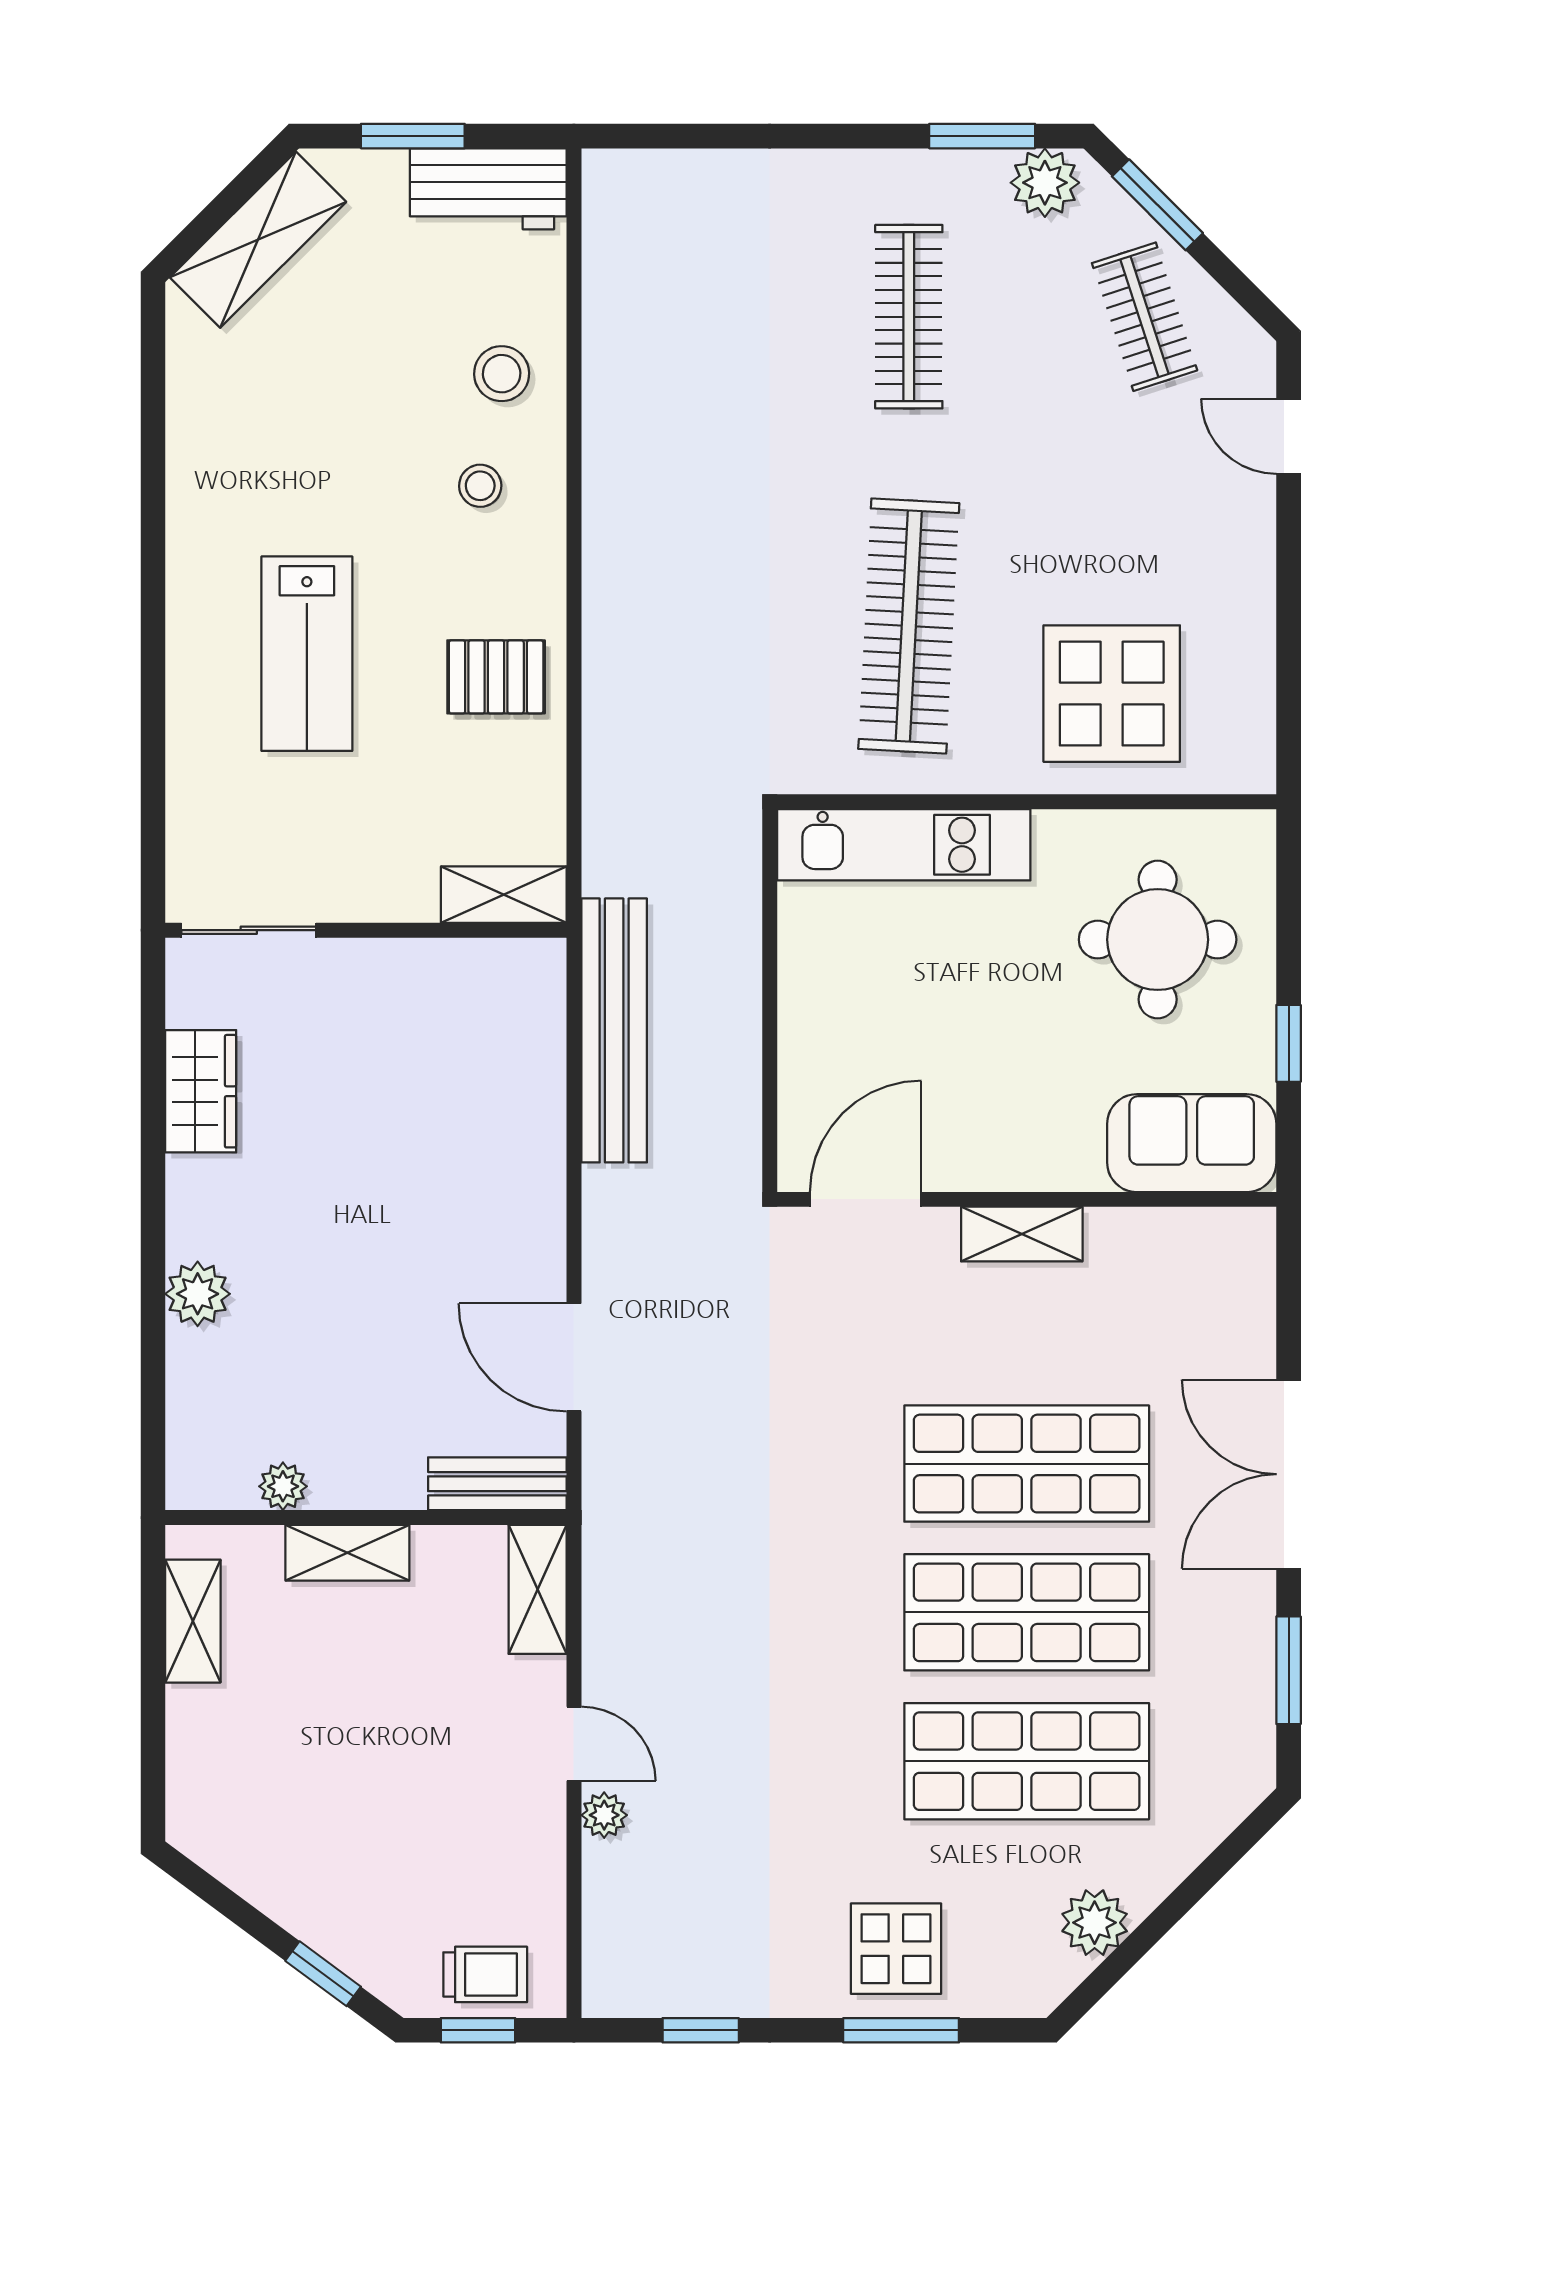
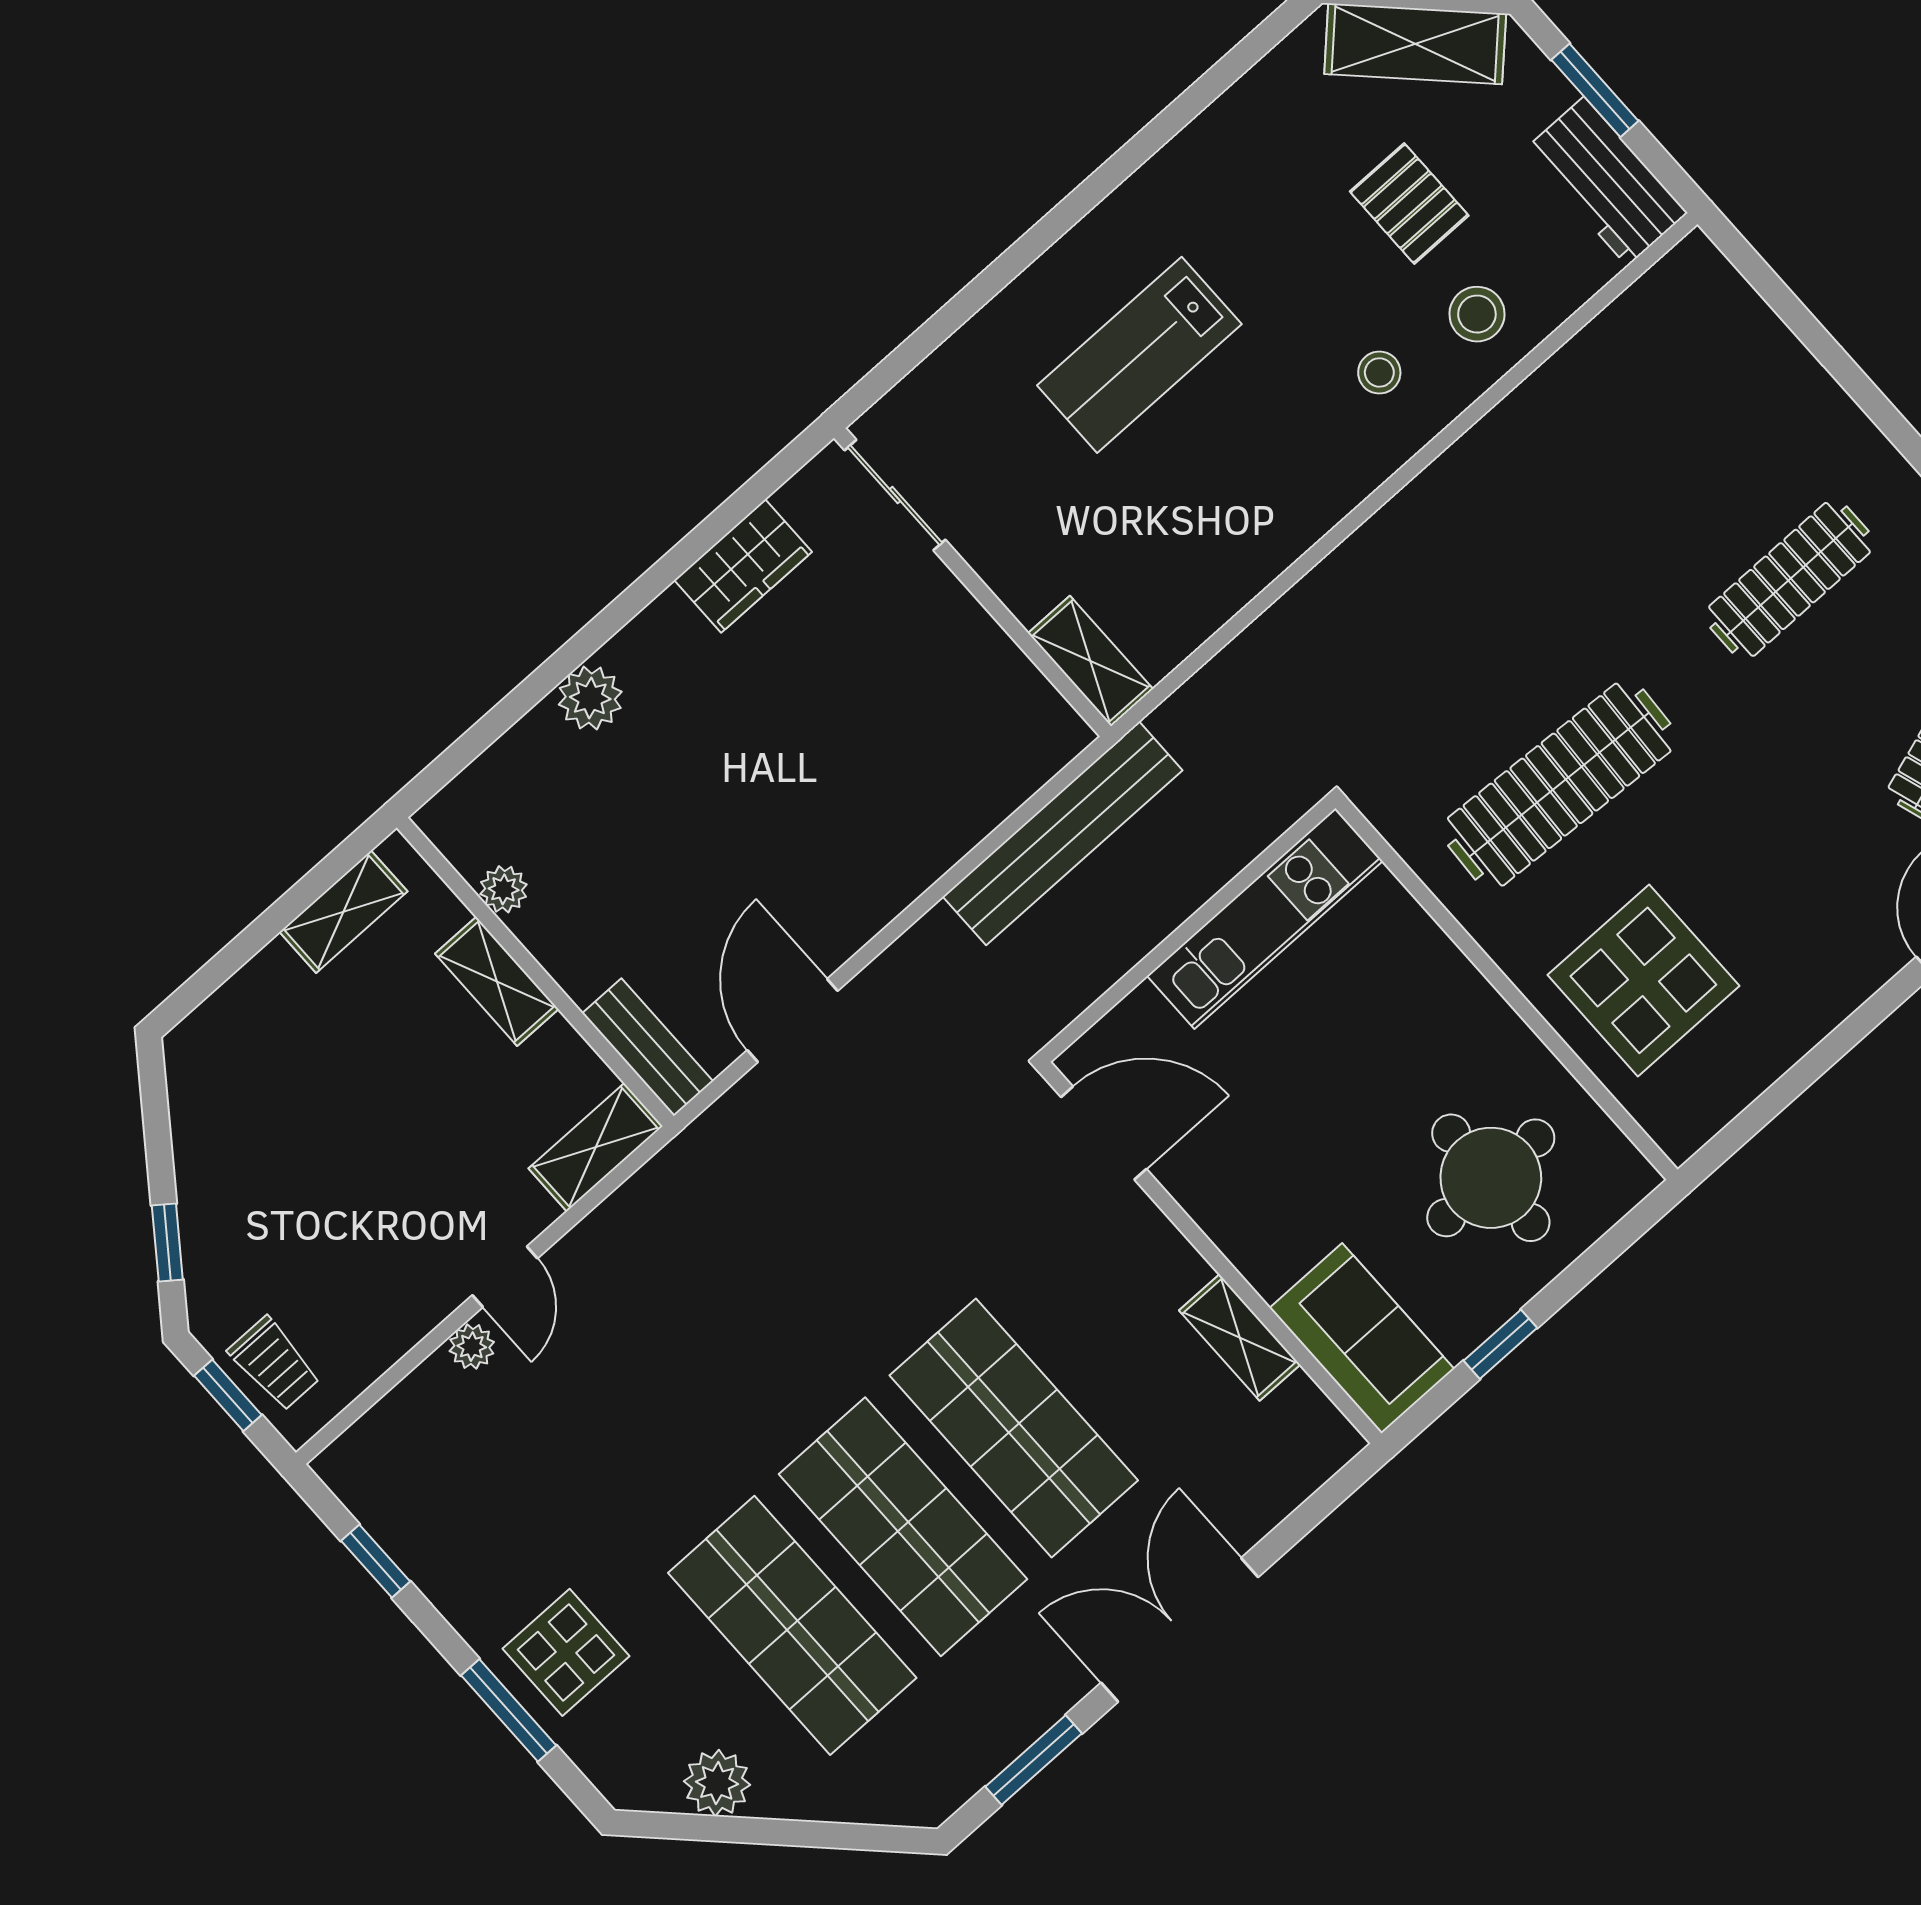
pallet: (496, 677) -> (1409, 203), moved
kitchen unit: (904, 845) -> (1265, 919), moved, turned -90
shelving: (1022, 1234) -> (1240, 1337), moved

